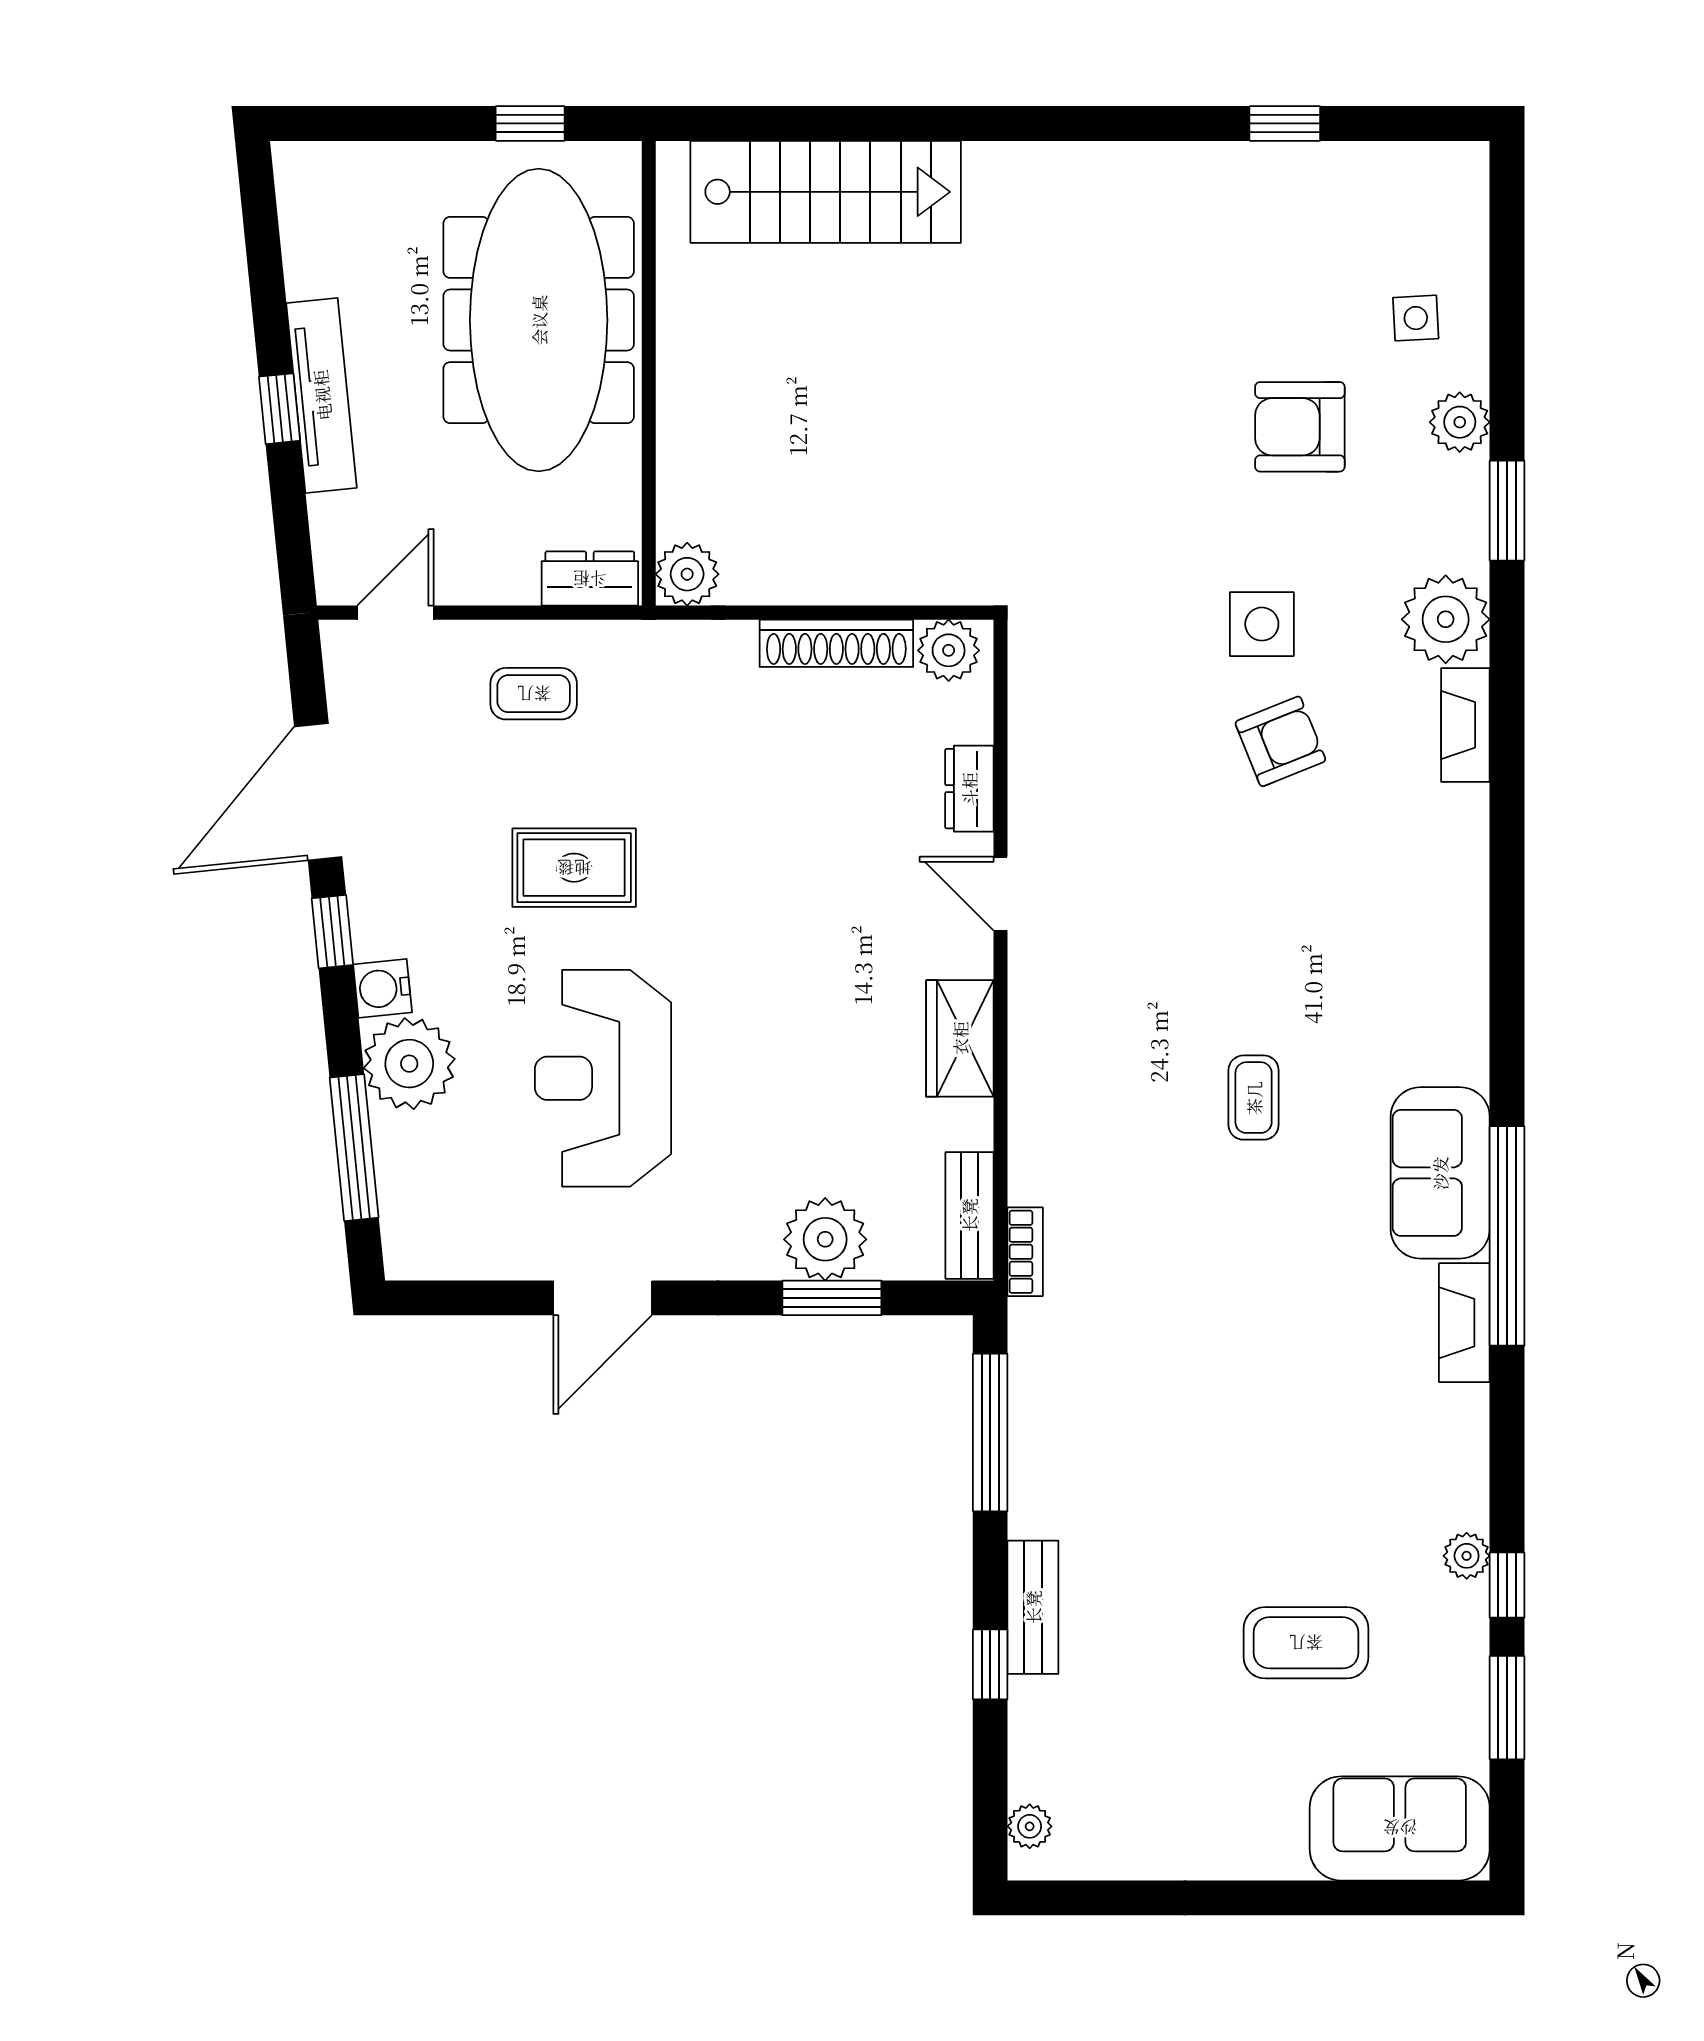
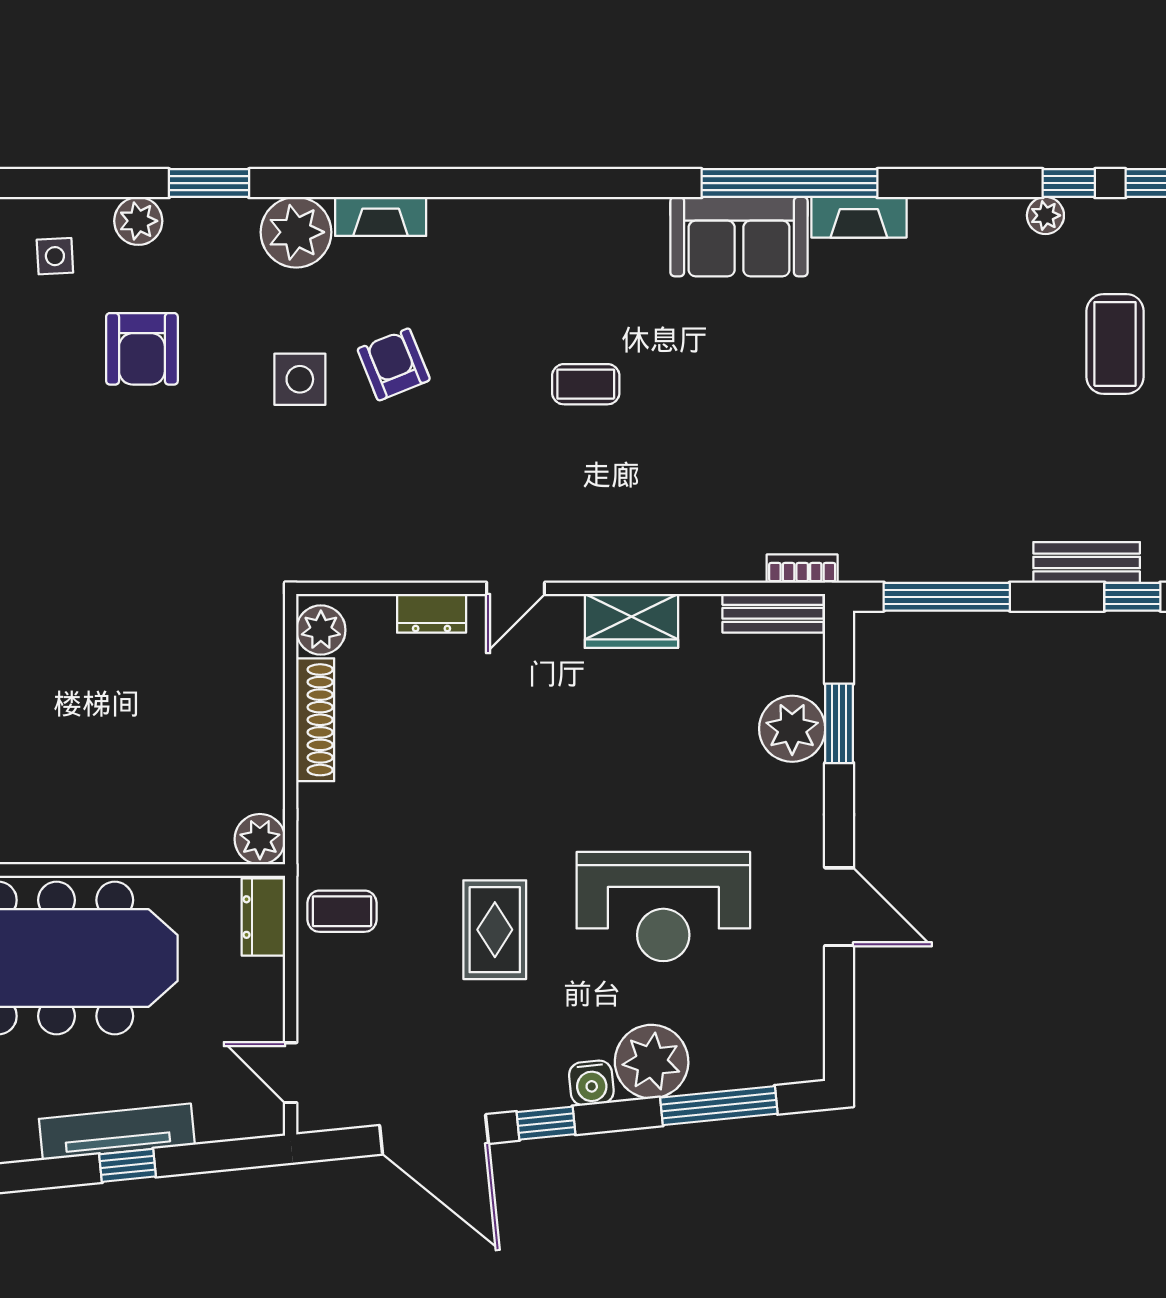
coffee table: (534, 694) -> (342, 911), moved, turned 90
coffee table: (1254, 1098) -> (586, 384), moved

